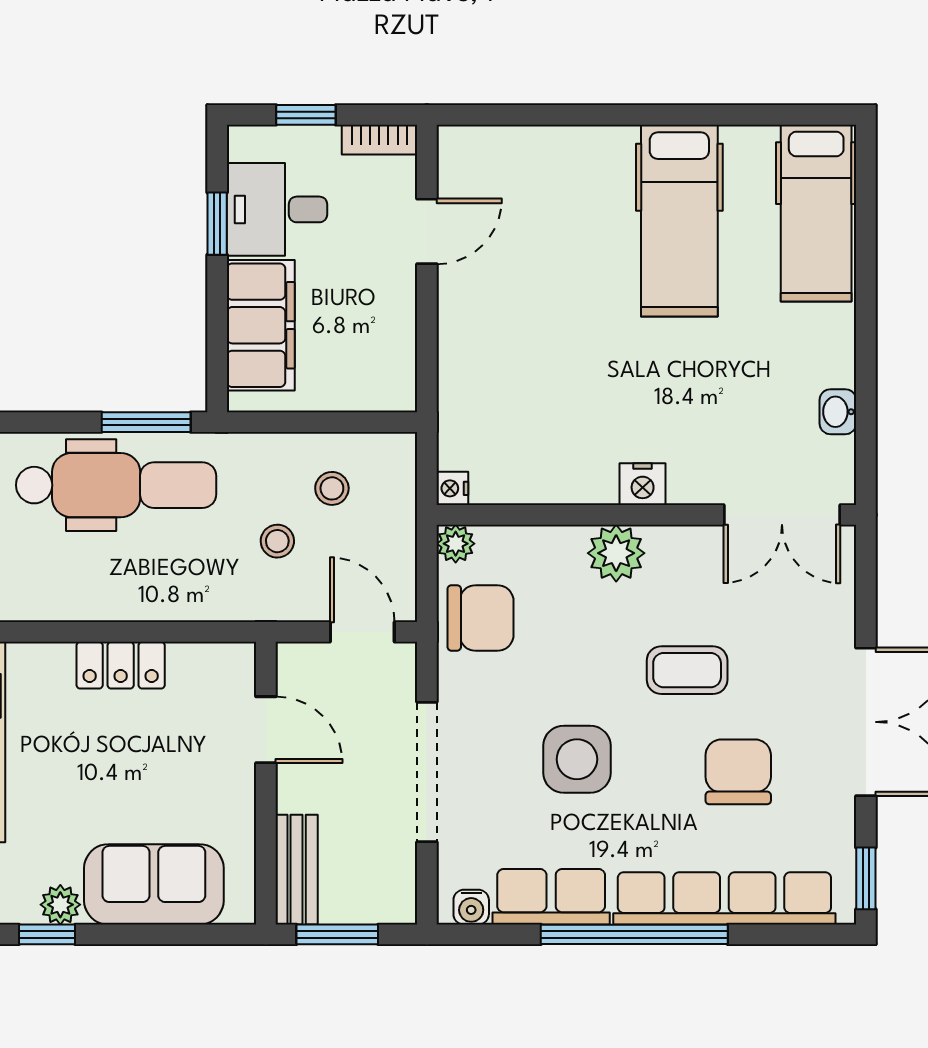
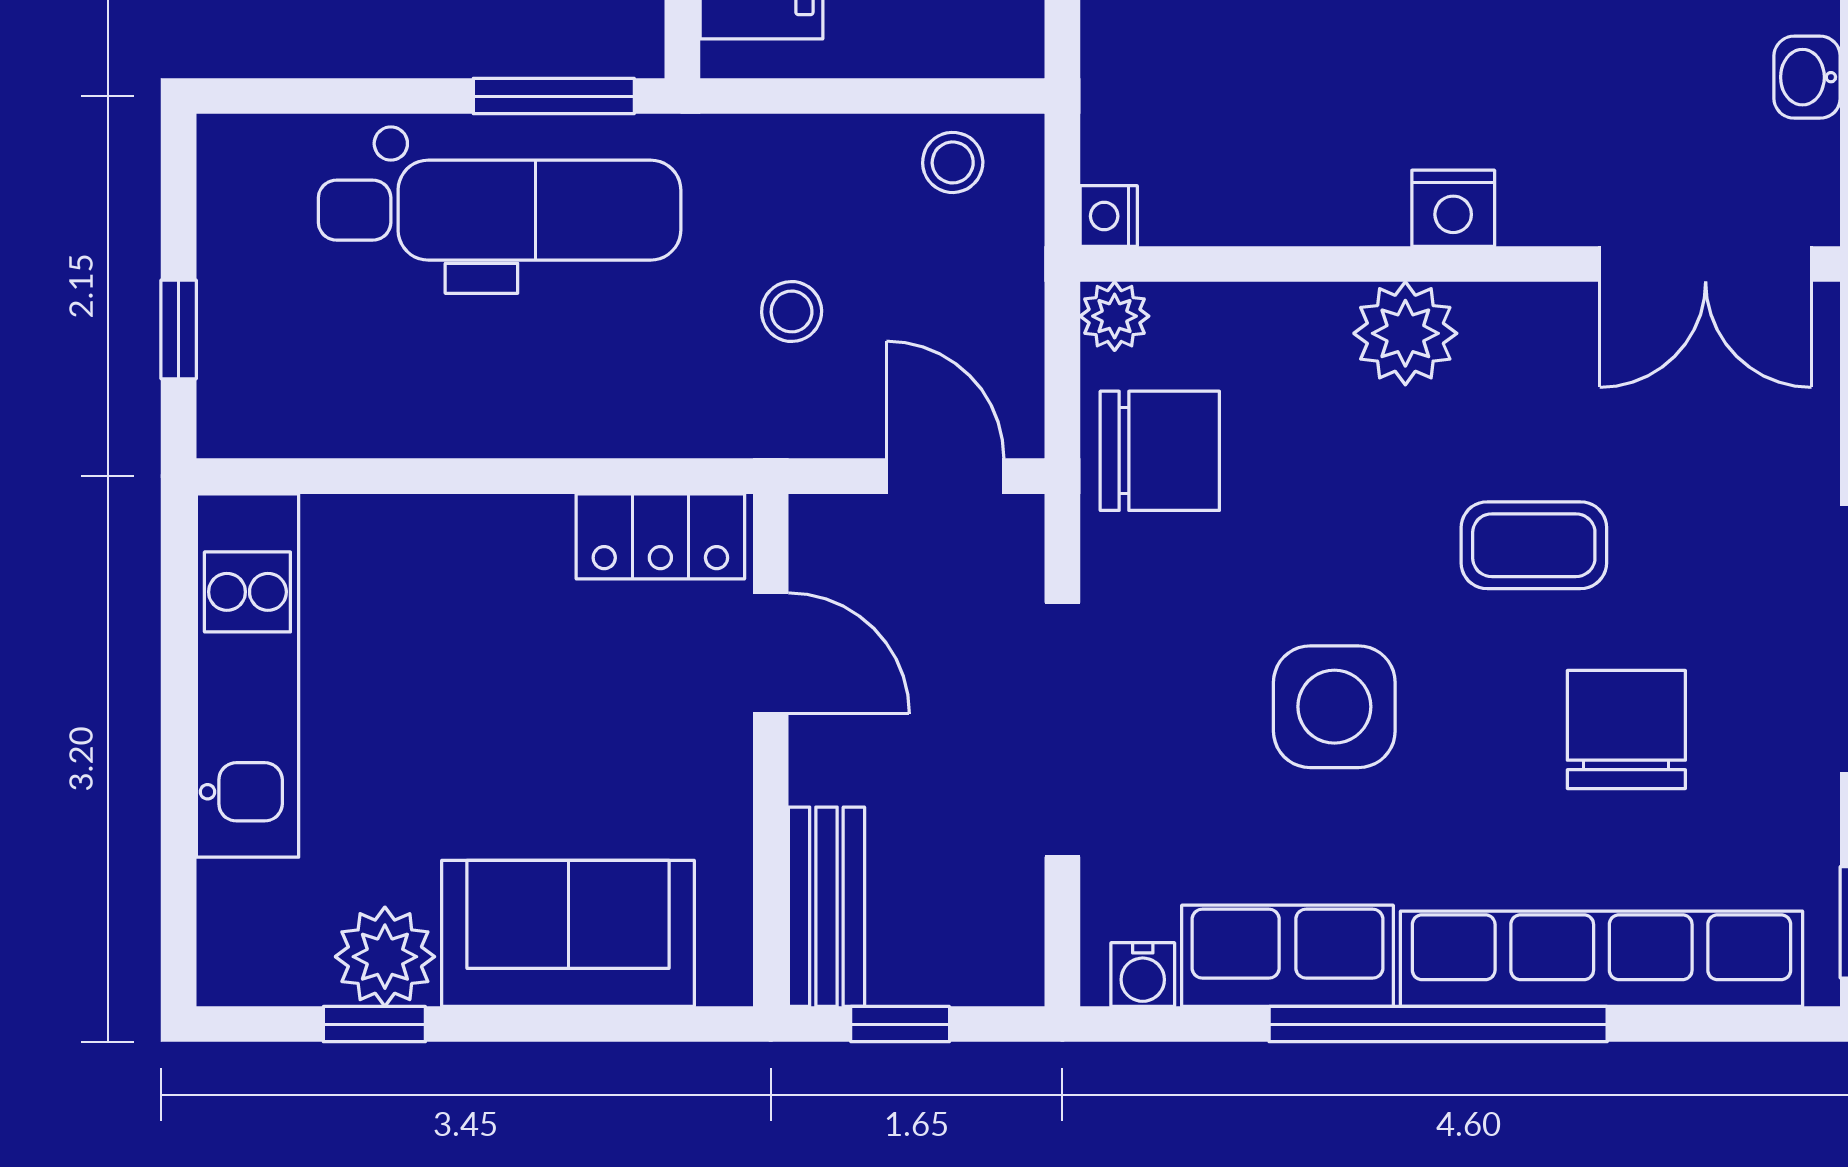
stool: (332, 488) -> (953, 162), moved
locker: (121, 665) -> (660, 536), moved
plant: (60, 905) -> (385, 957), width x1.38, depth x1.38
window: (337, 934) -> (900, 1024), width x0.67

